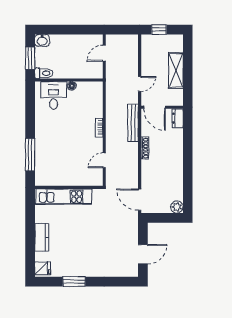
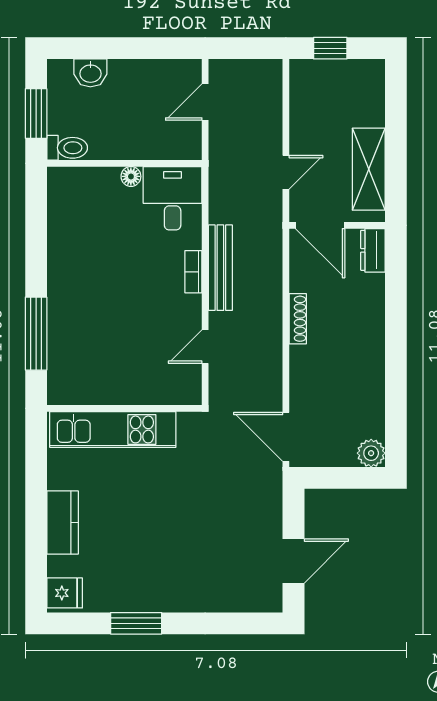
washbasin: (42, 40) -> (90, 73), moved
shelving: (176, 70) -> (369, 169), moved
desk: (54, 95) -> (173, 198), moved
bench: (133, 123) -> (220, 268), moved

